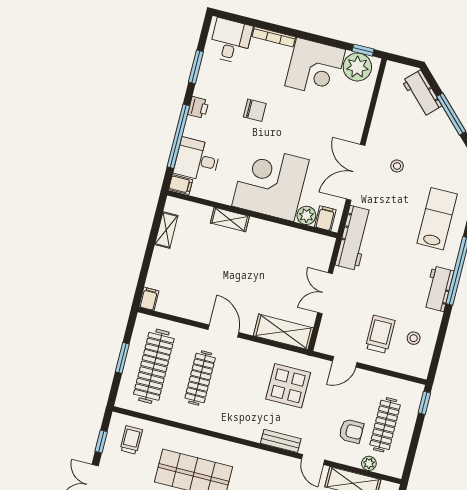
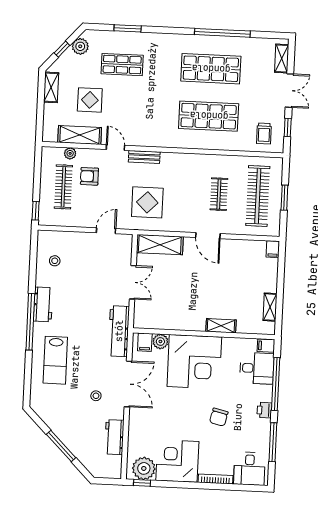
window: (196, 67) -> (273, 442), width x1.44
workbench: (422, 93) -> (114, 437), moved, turned -135
chair: (255, 110) -> (219, 417), turned -77
trolley: (380, 334) -> (82, 258), removed
clothes rail: (200, 378) -> (219, 194), width x0.73

